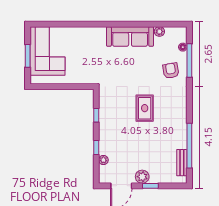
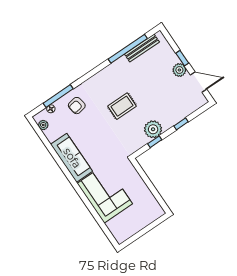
plant: (159, 31) -> (43, 125), moved
corner sofa: (47, 51) -> (105, 194), moved, turned 90
window: (28, 56) -> (144, 231), removed
plant: (103, 160) -> (153, 129), moved, width x1.87, depth x1.87
bench: (182, 163) -> (142, 48), width x1.36

